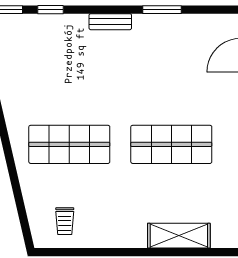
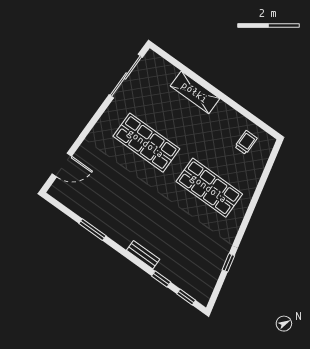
bench: (110, 22) -> (143, 255), moved
shelving: (179, 236) -> (195, 92), moved

